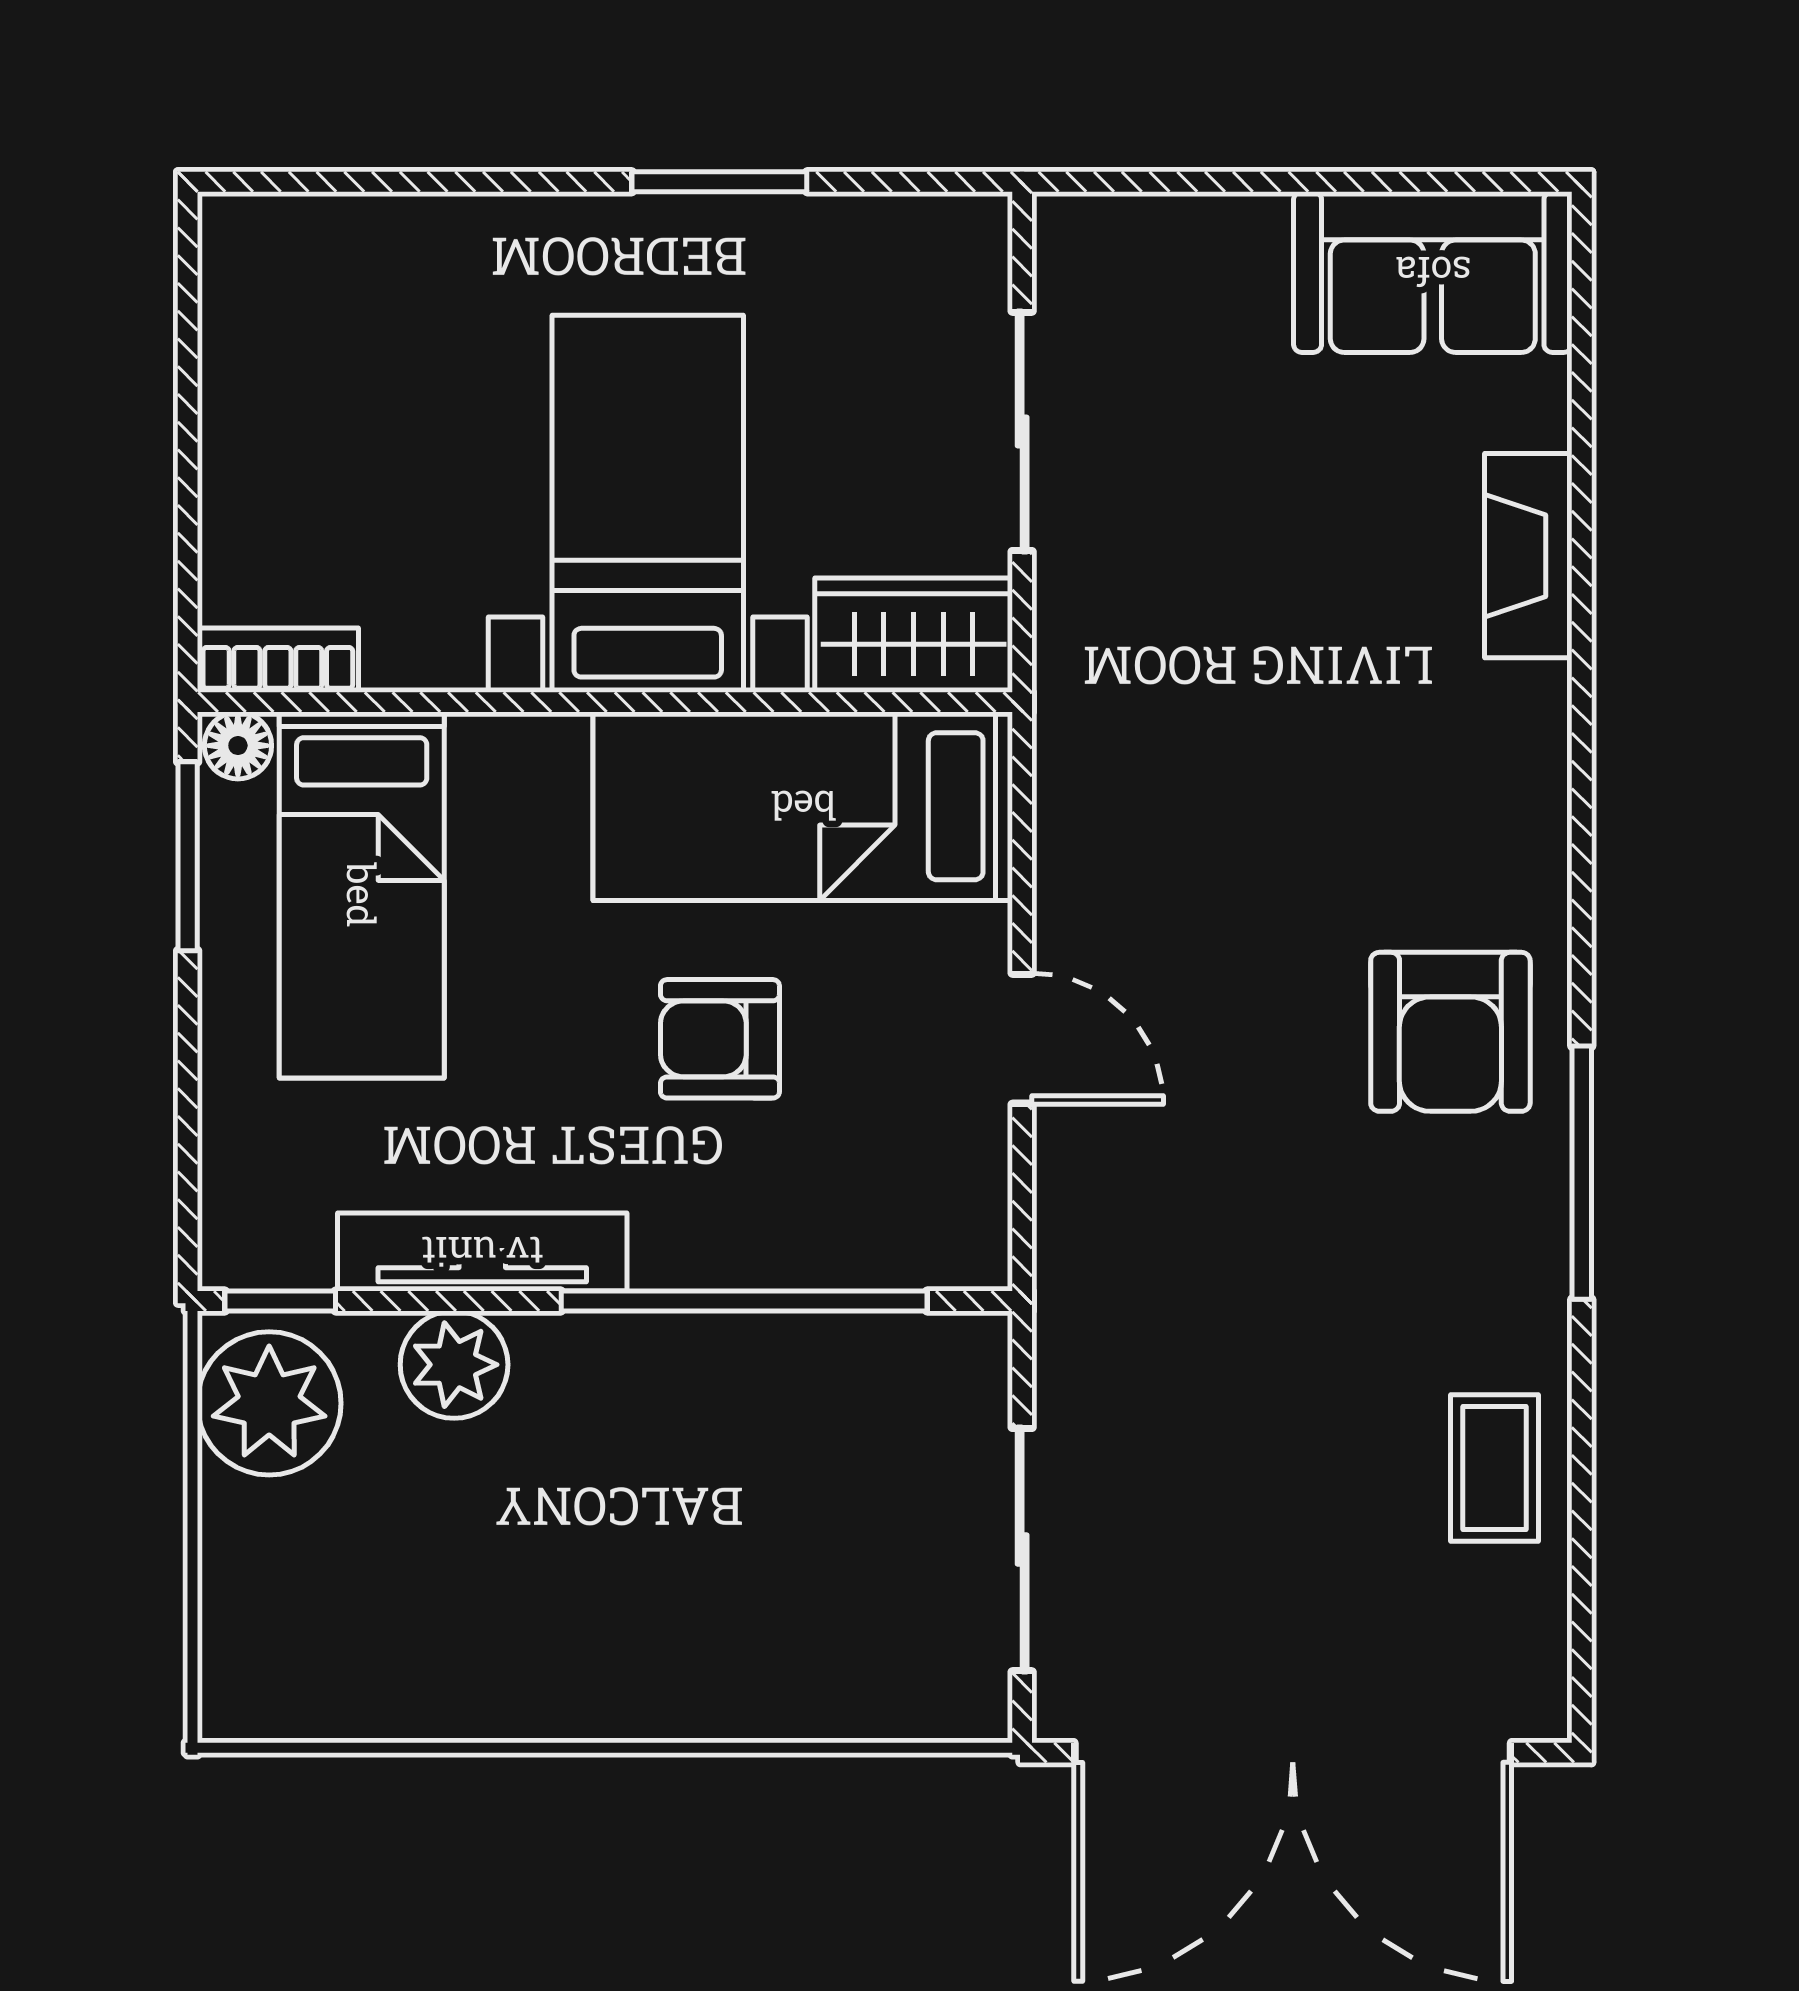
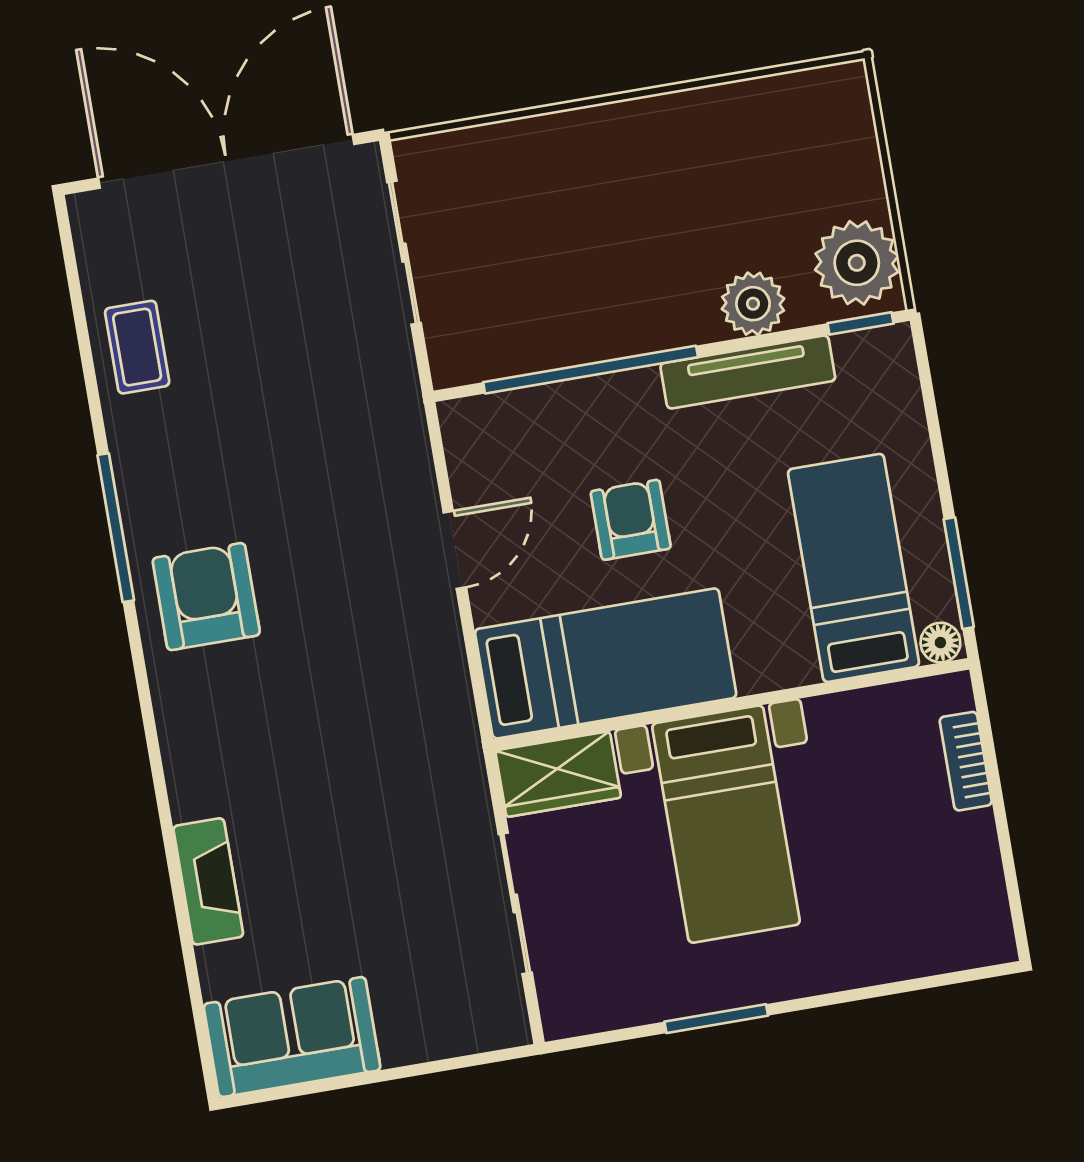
bookcase: (278, 660) -> (966, 761), moved, turned 90
armchair: (720, 1039) -> (631, 520), turned -90
door: (1022, 1039) -> (455, 550), swing flipped

